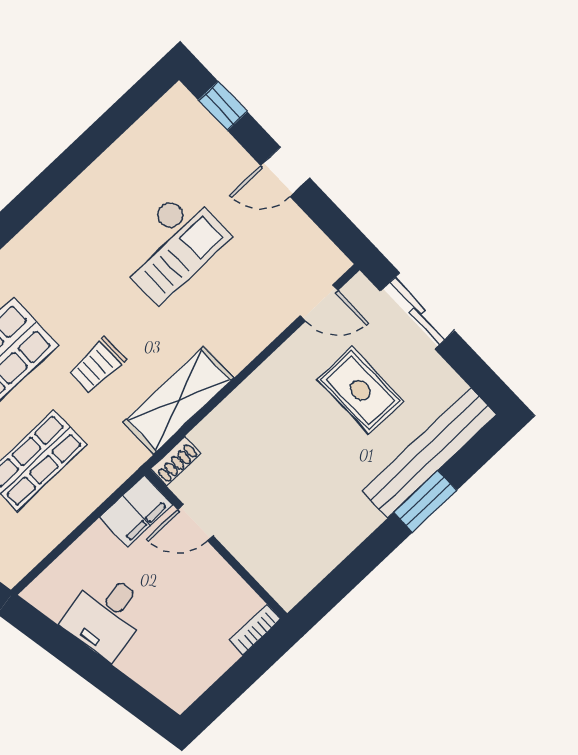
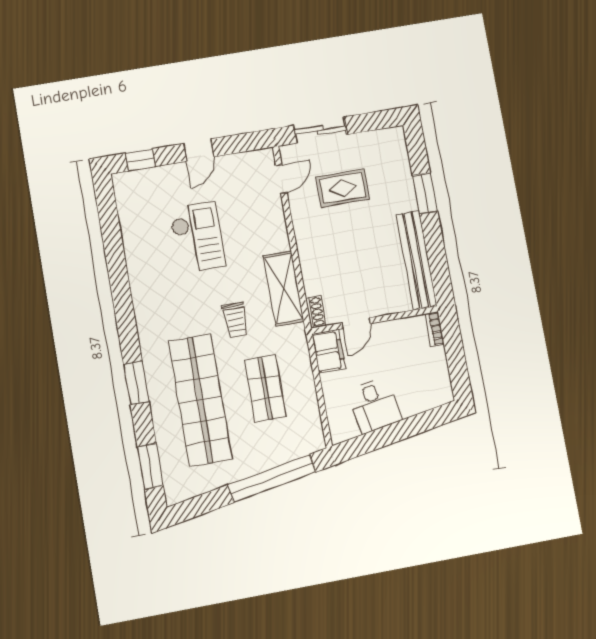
bench: (429, 453) -> (416, 260), moved

